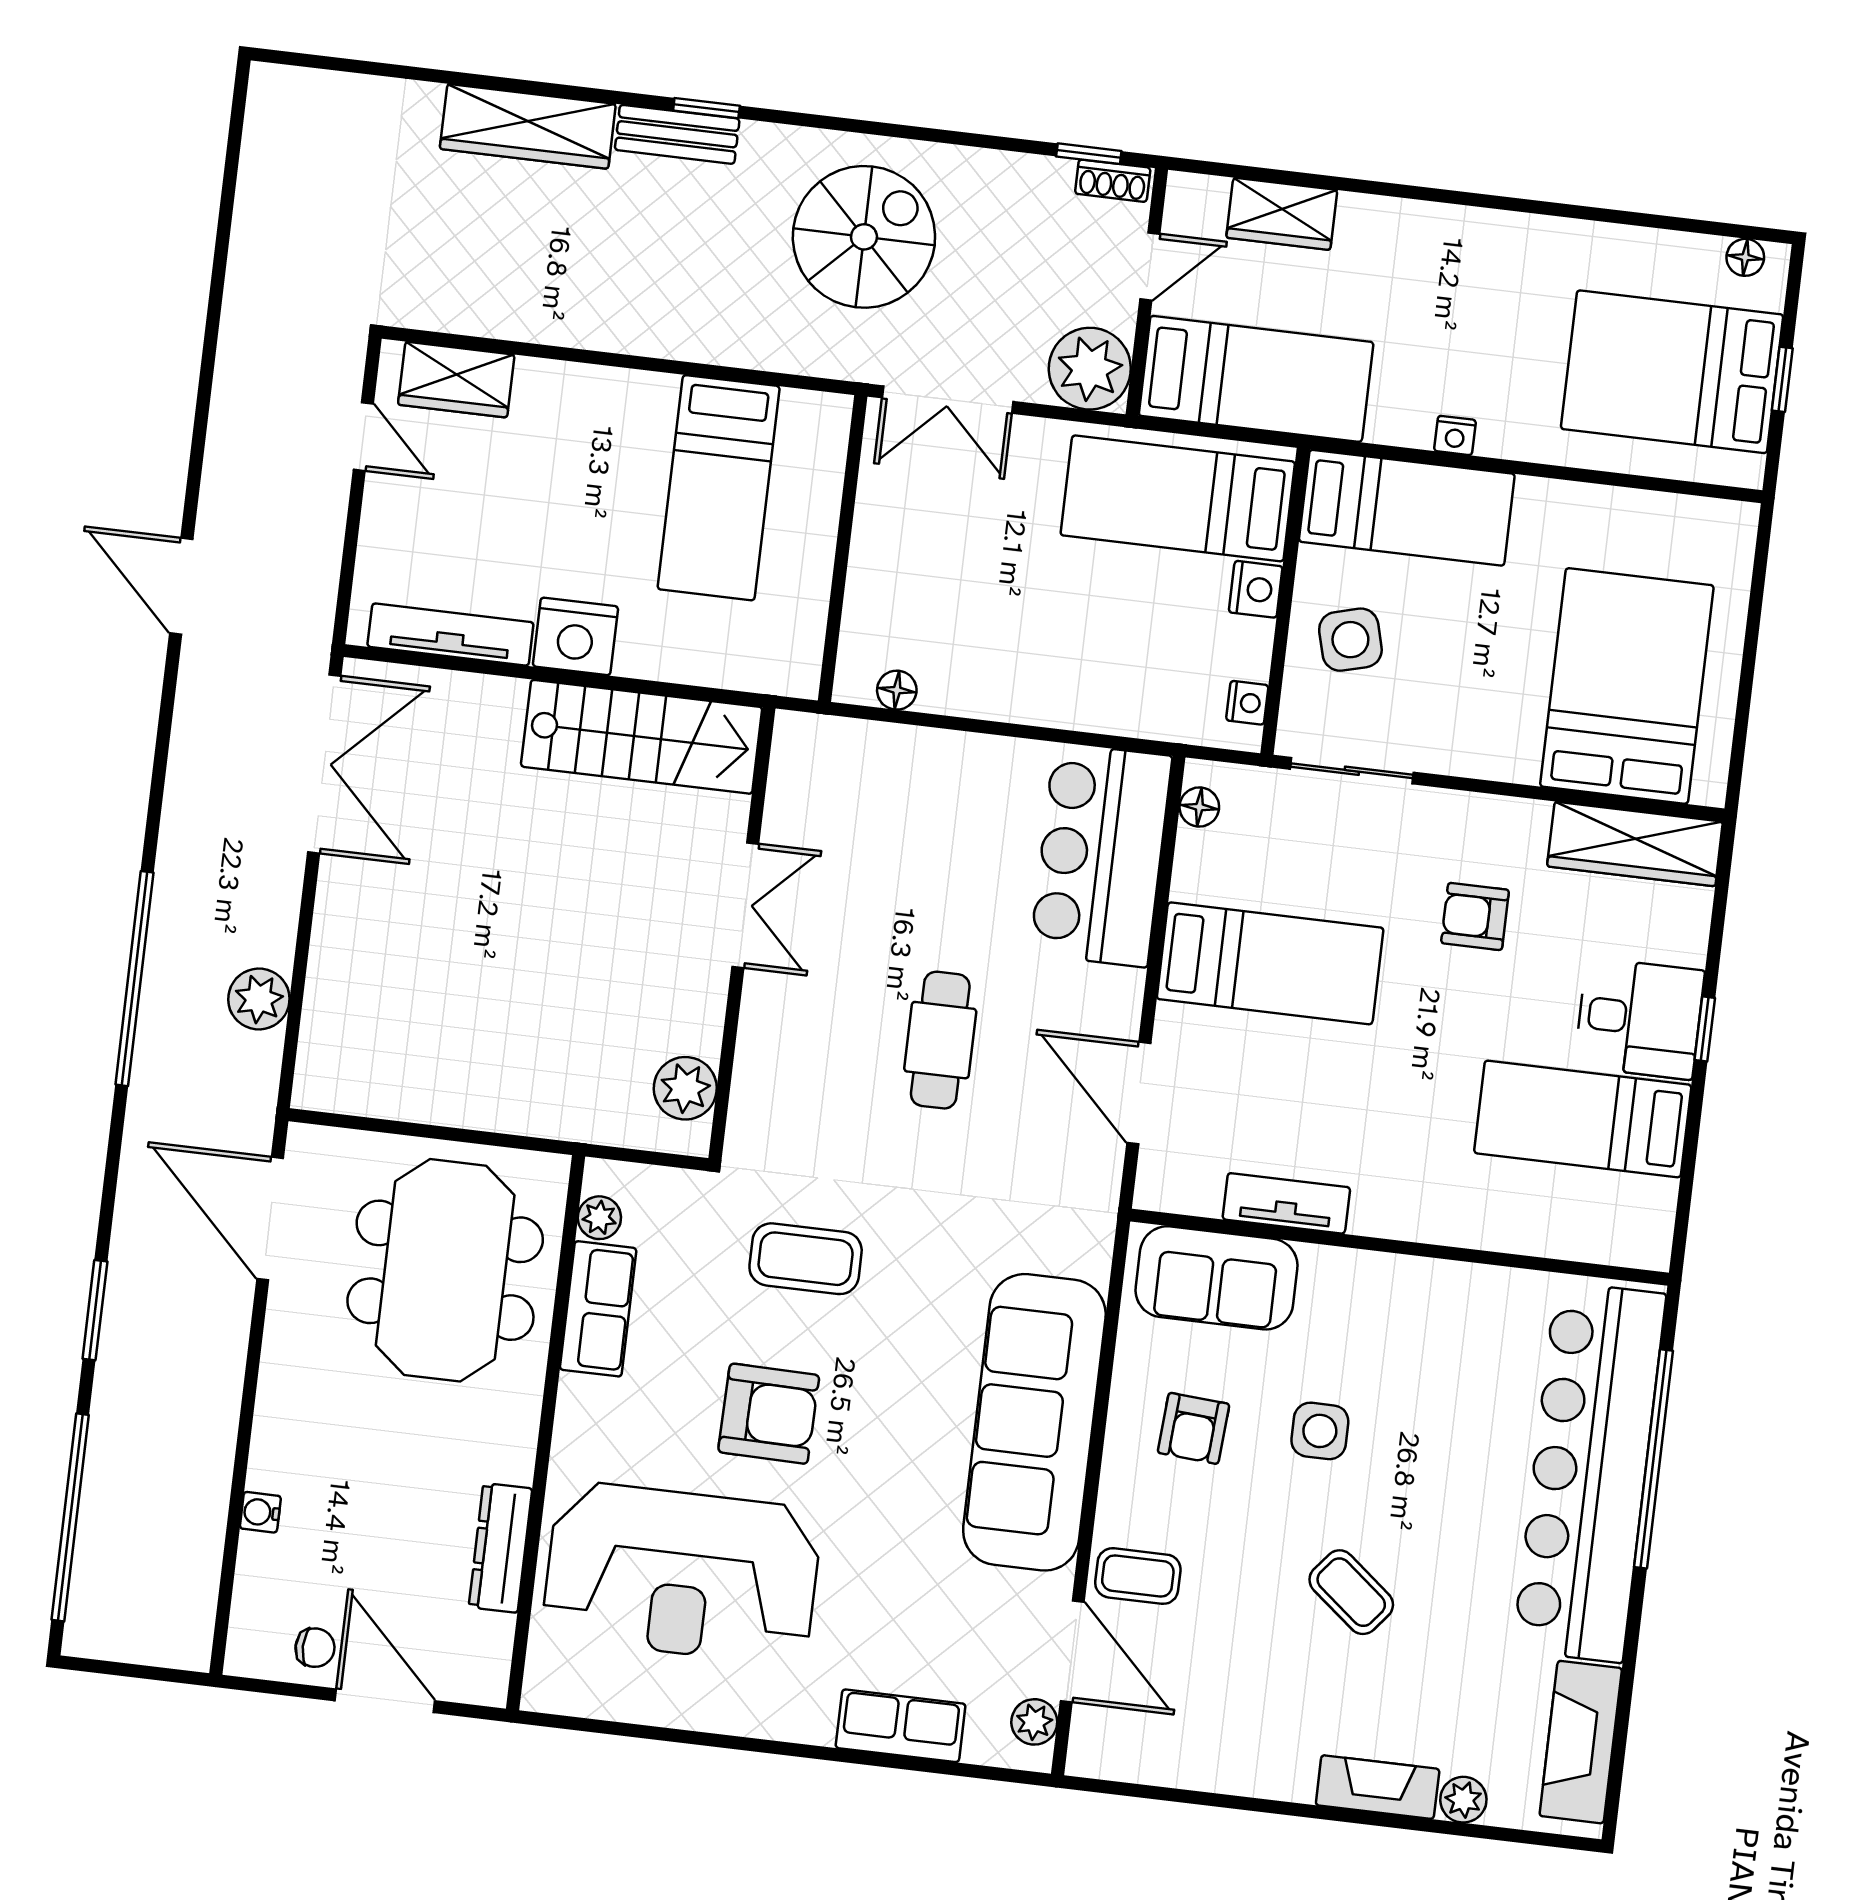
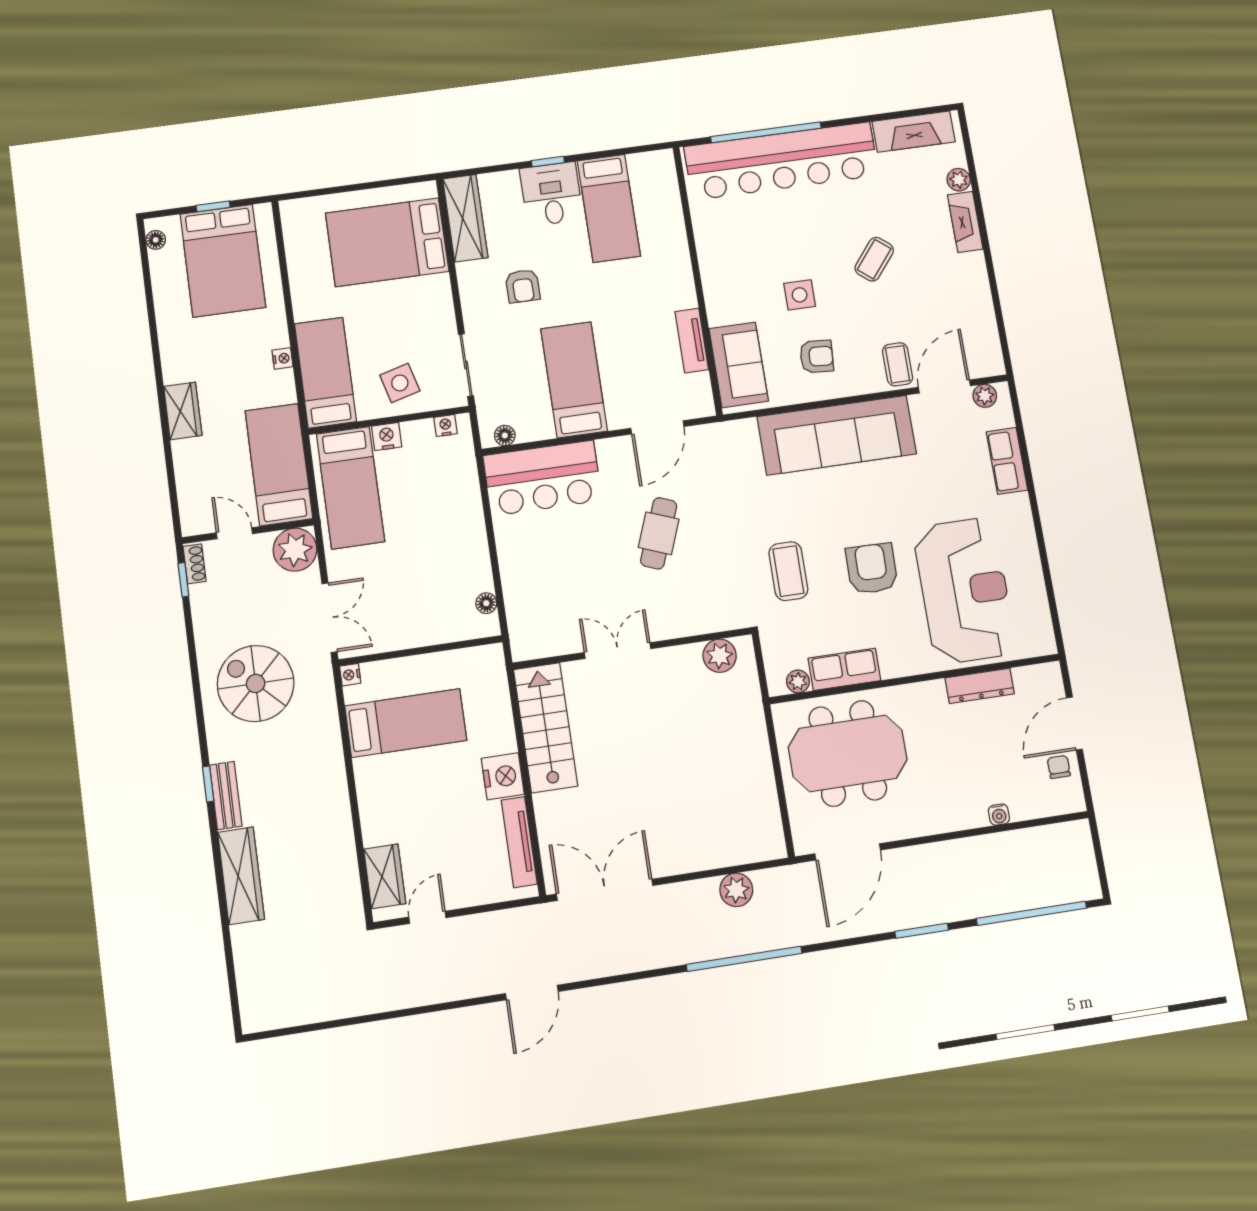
wardrobe: (1282, 214) -> (183, 411), moved
nightstand: (834, 410) -> (350, 675), added
cafe table: (940, 1040) -> (659, 533), turned -69

